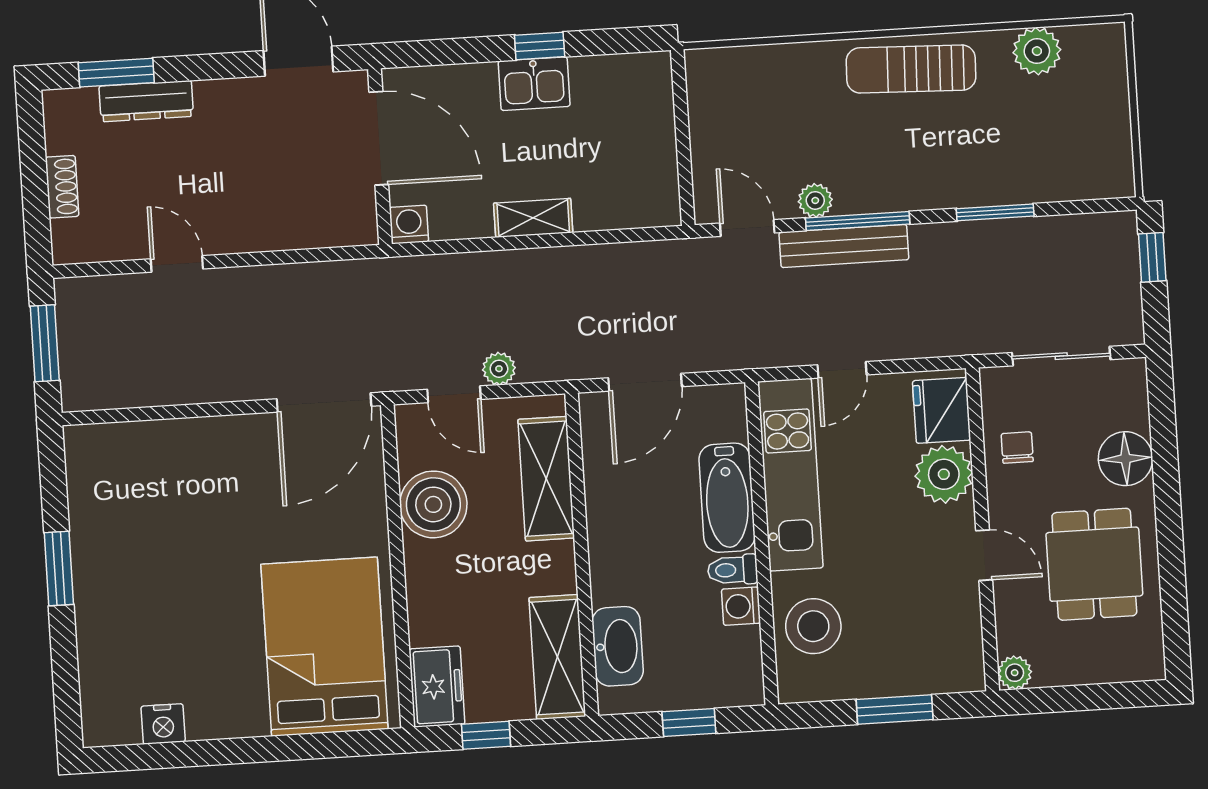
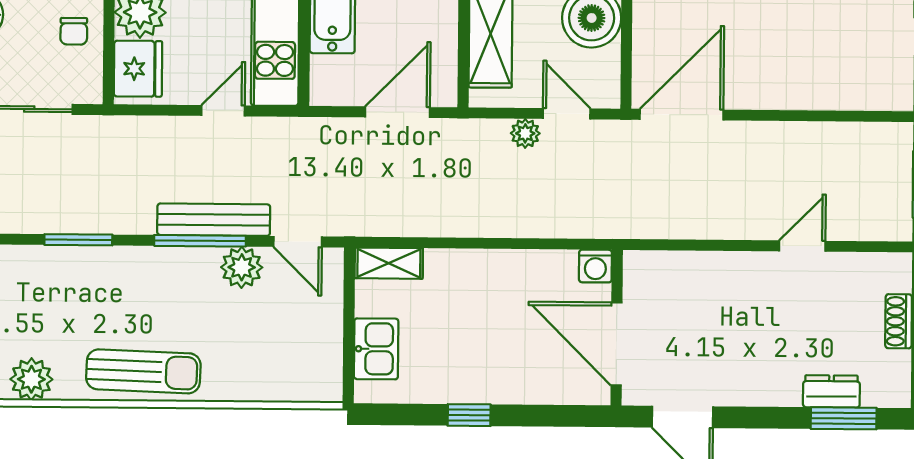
kitchen sink: (534, 84) -> (376, 349), moved, turned 90
dresser: (146, 101) -> (831, 391), width x0.70
plant: (815, 200) -> (242, 267), width x1.38, depth x1.38
shelving: (533, 218) -> (389, 263), moved
door: (177, 264) -> (802, 246), swing flipped

